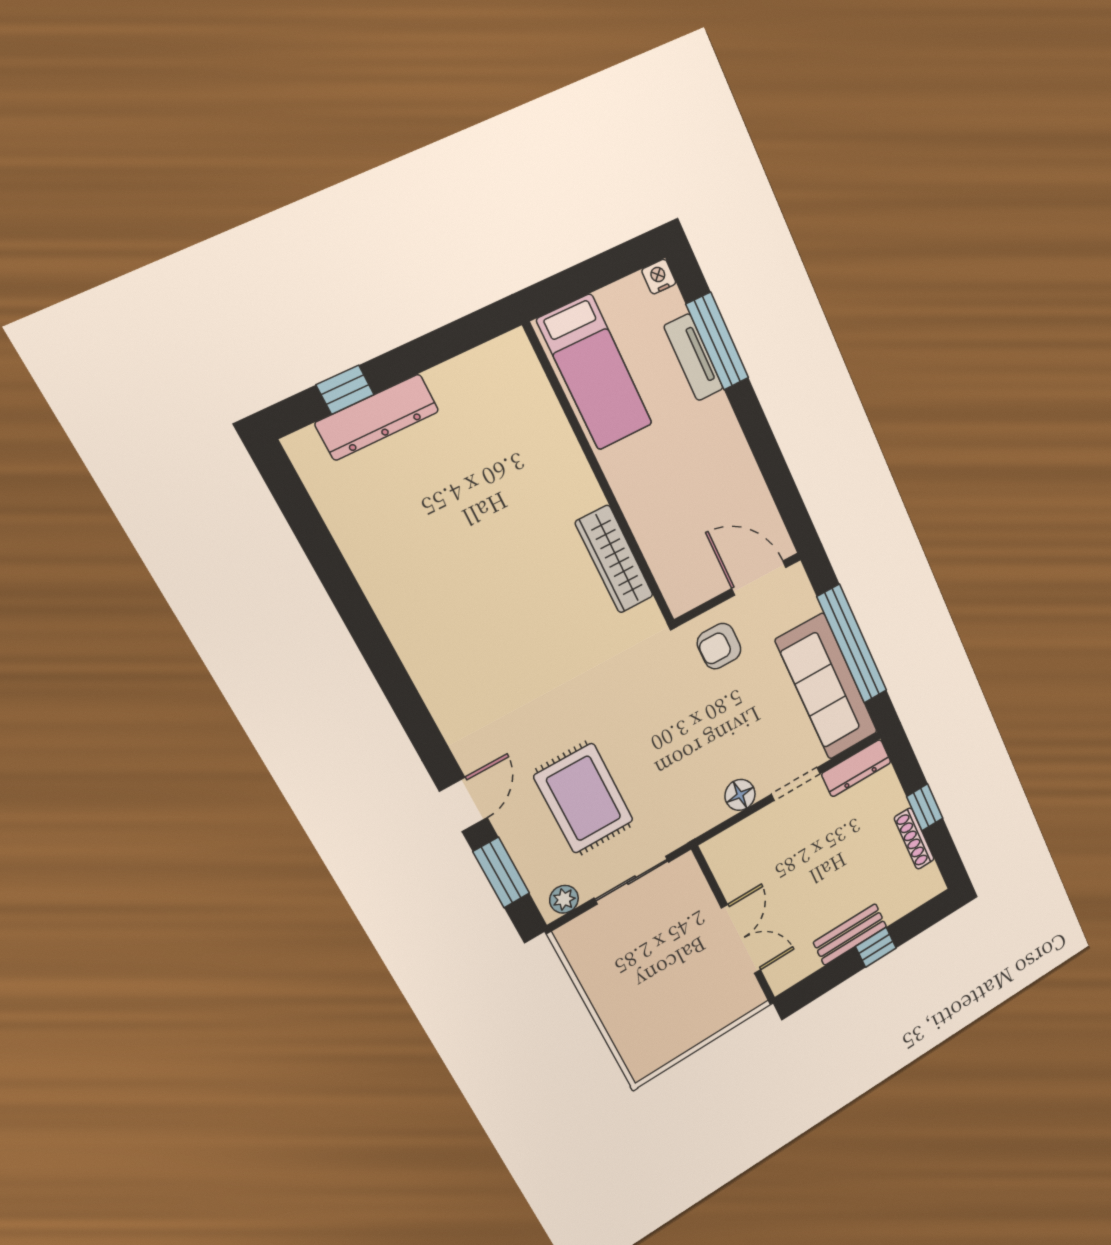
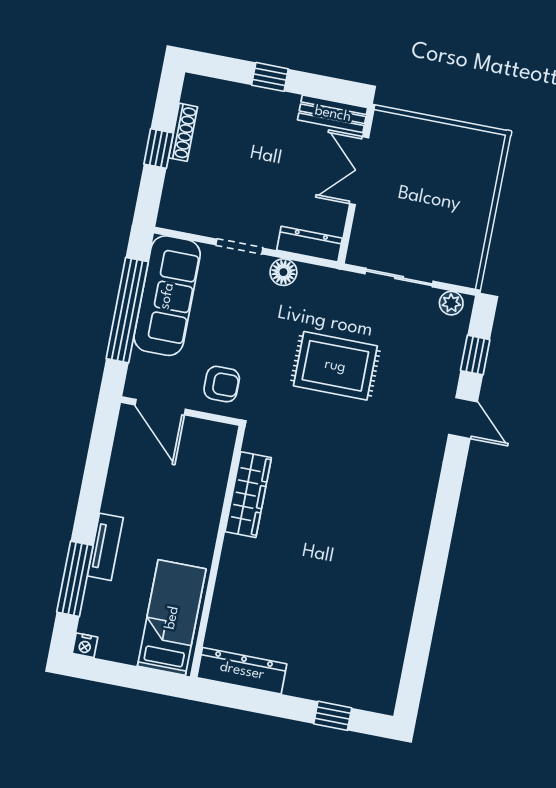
tv unit: (694, 357) -> (105, 547), moved
dresser: (377, 417) -> (242, 671), moved
dresser: (856, 768) -> (310, 244), moved
rug: (584, 798) -> (335, 366), moved, turned 90
door: (463, 805) -> (463, 418), swing flipped
window: (501, 873) -> (475, 355), width x0.67
bench: (850, 934) -> (333, 114), moved

